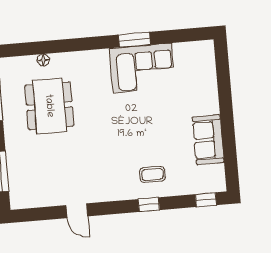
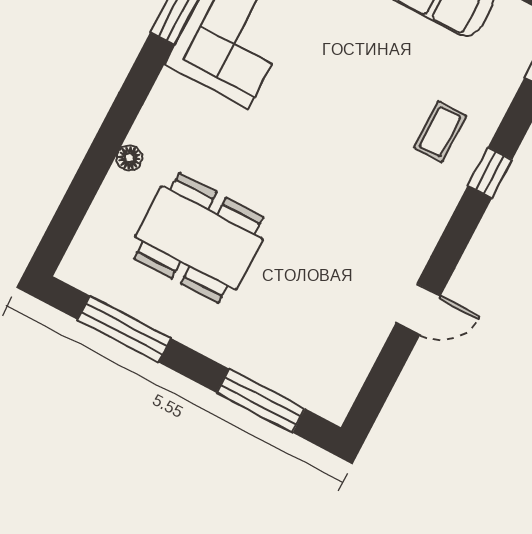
floor lamp: (43, 60) -> (129, 158), moved

